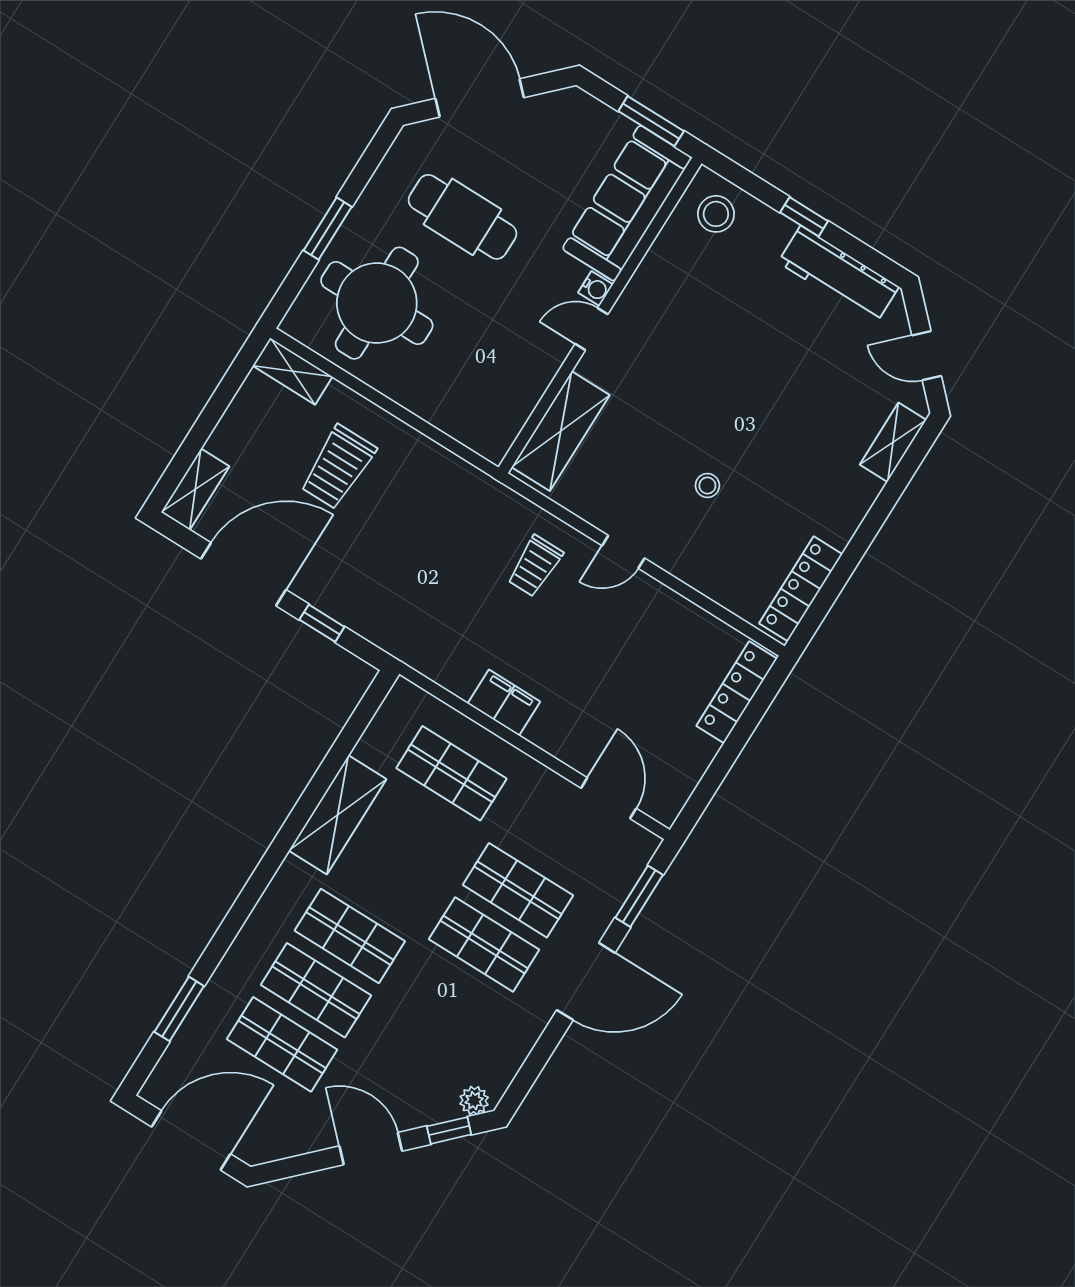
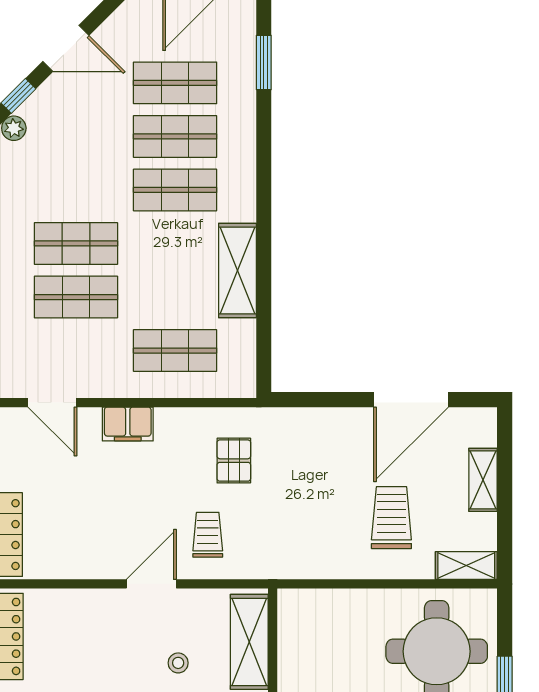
stool: (707, 485) -> (178, 663), moved
shelving: (195, 489) -> (483, 480), moved
door: (623, 552) -> (151, 584), width x1.37
window: (322, 623) -> (334, 400), removed
pallet: (462, 625) -> (234, 461), added
filing cabinet: (504, 703) -> (128, 424), moved

